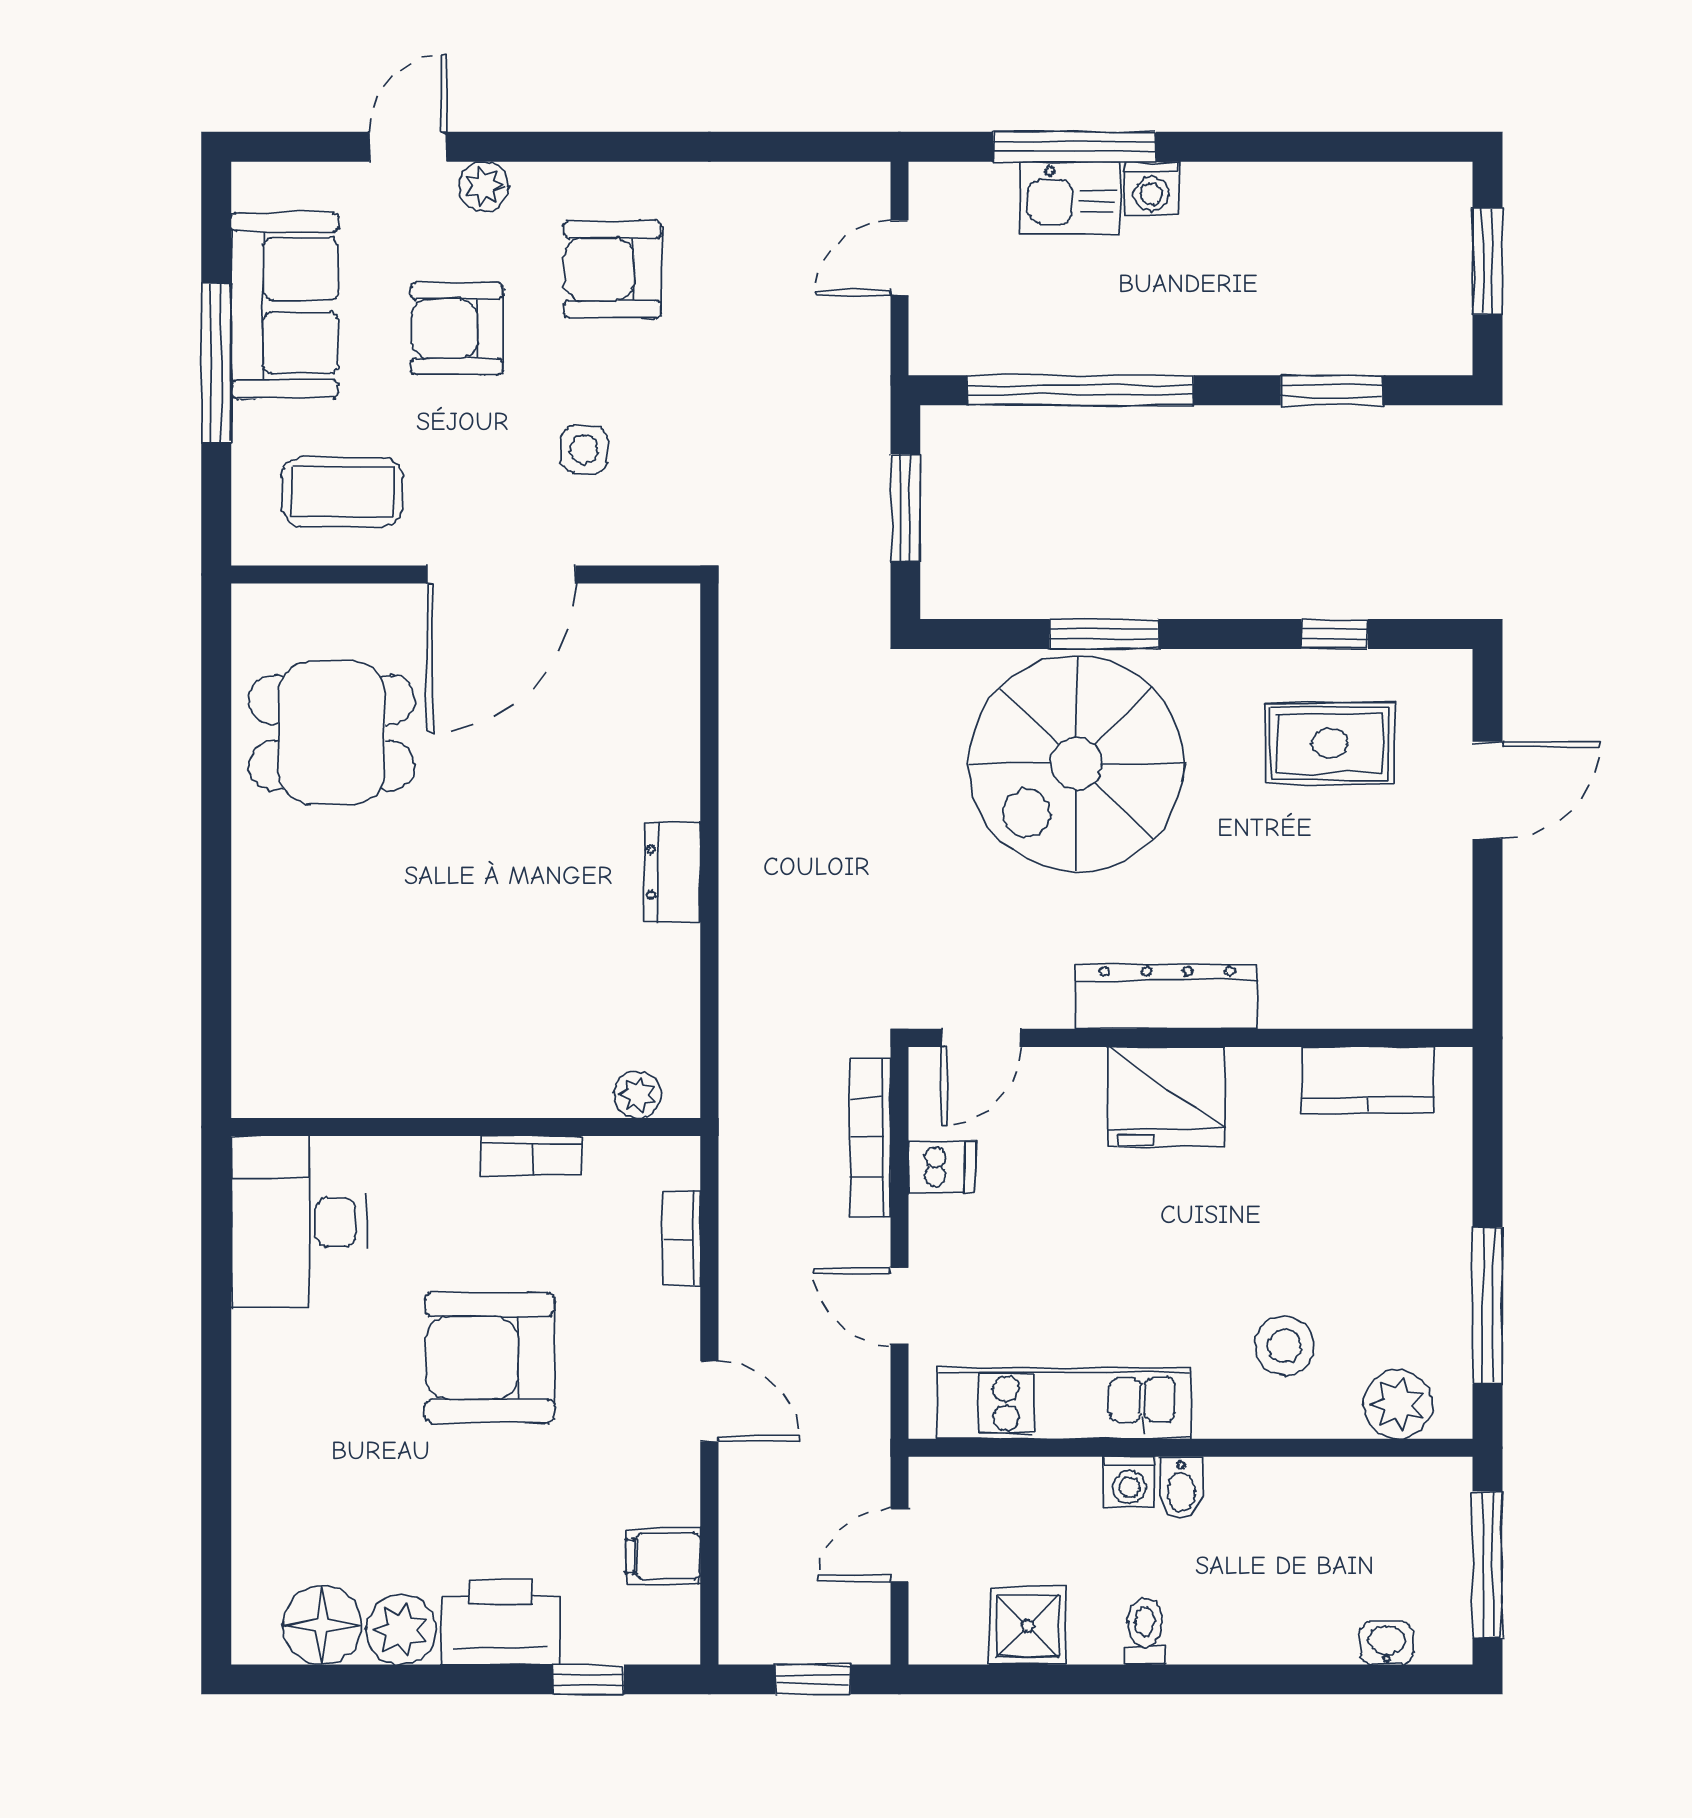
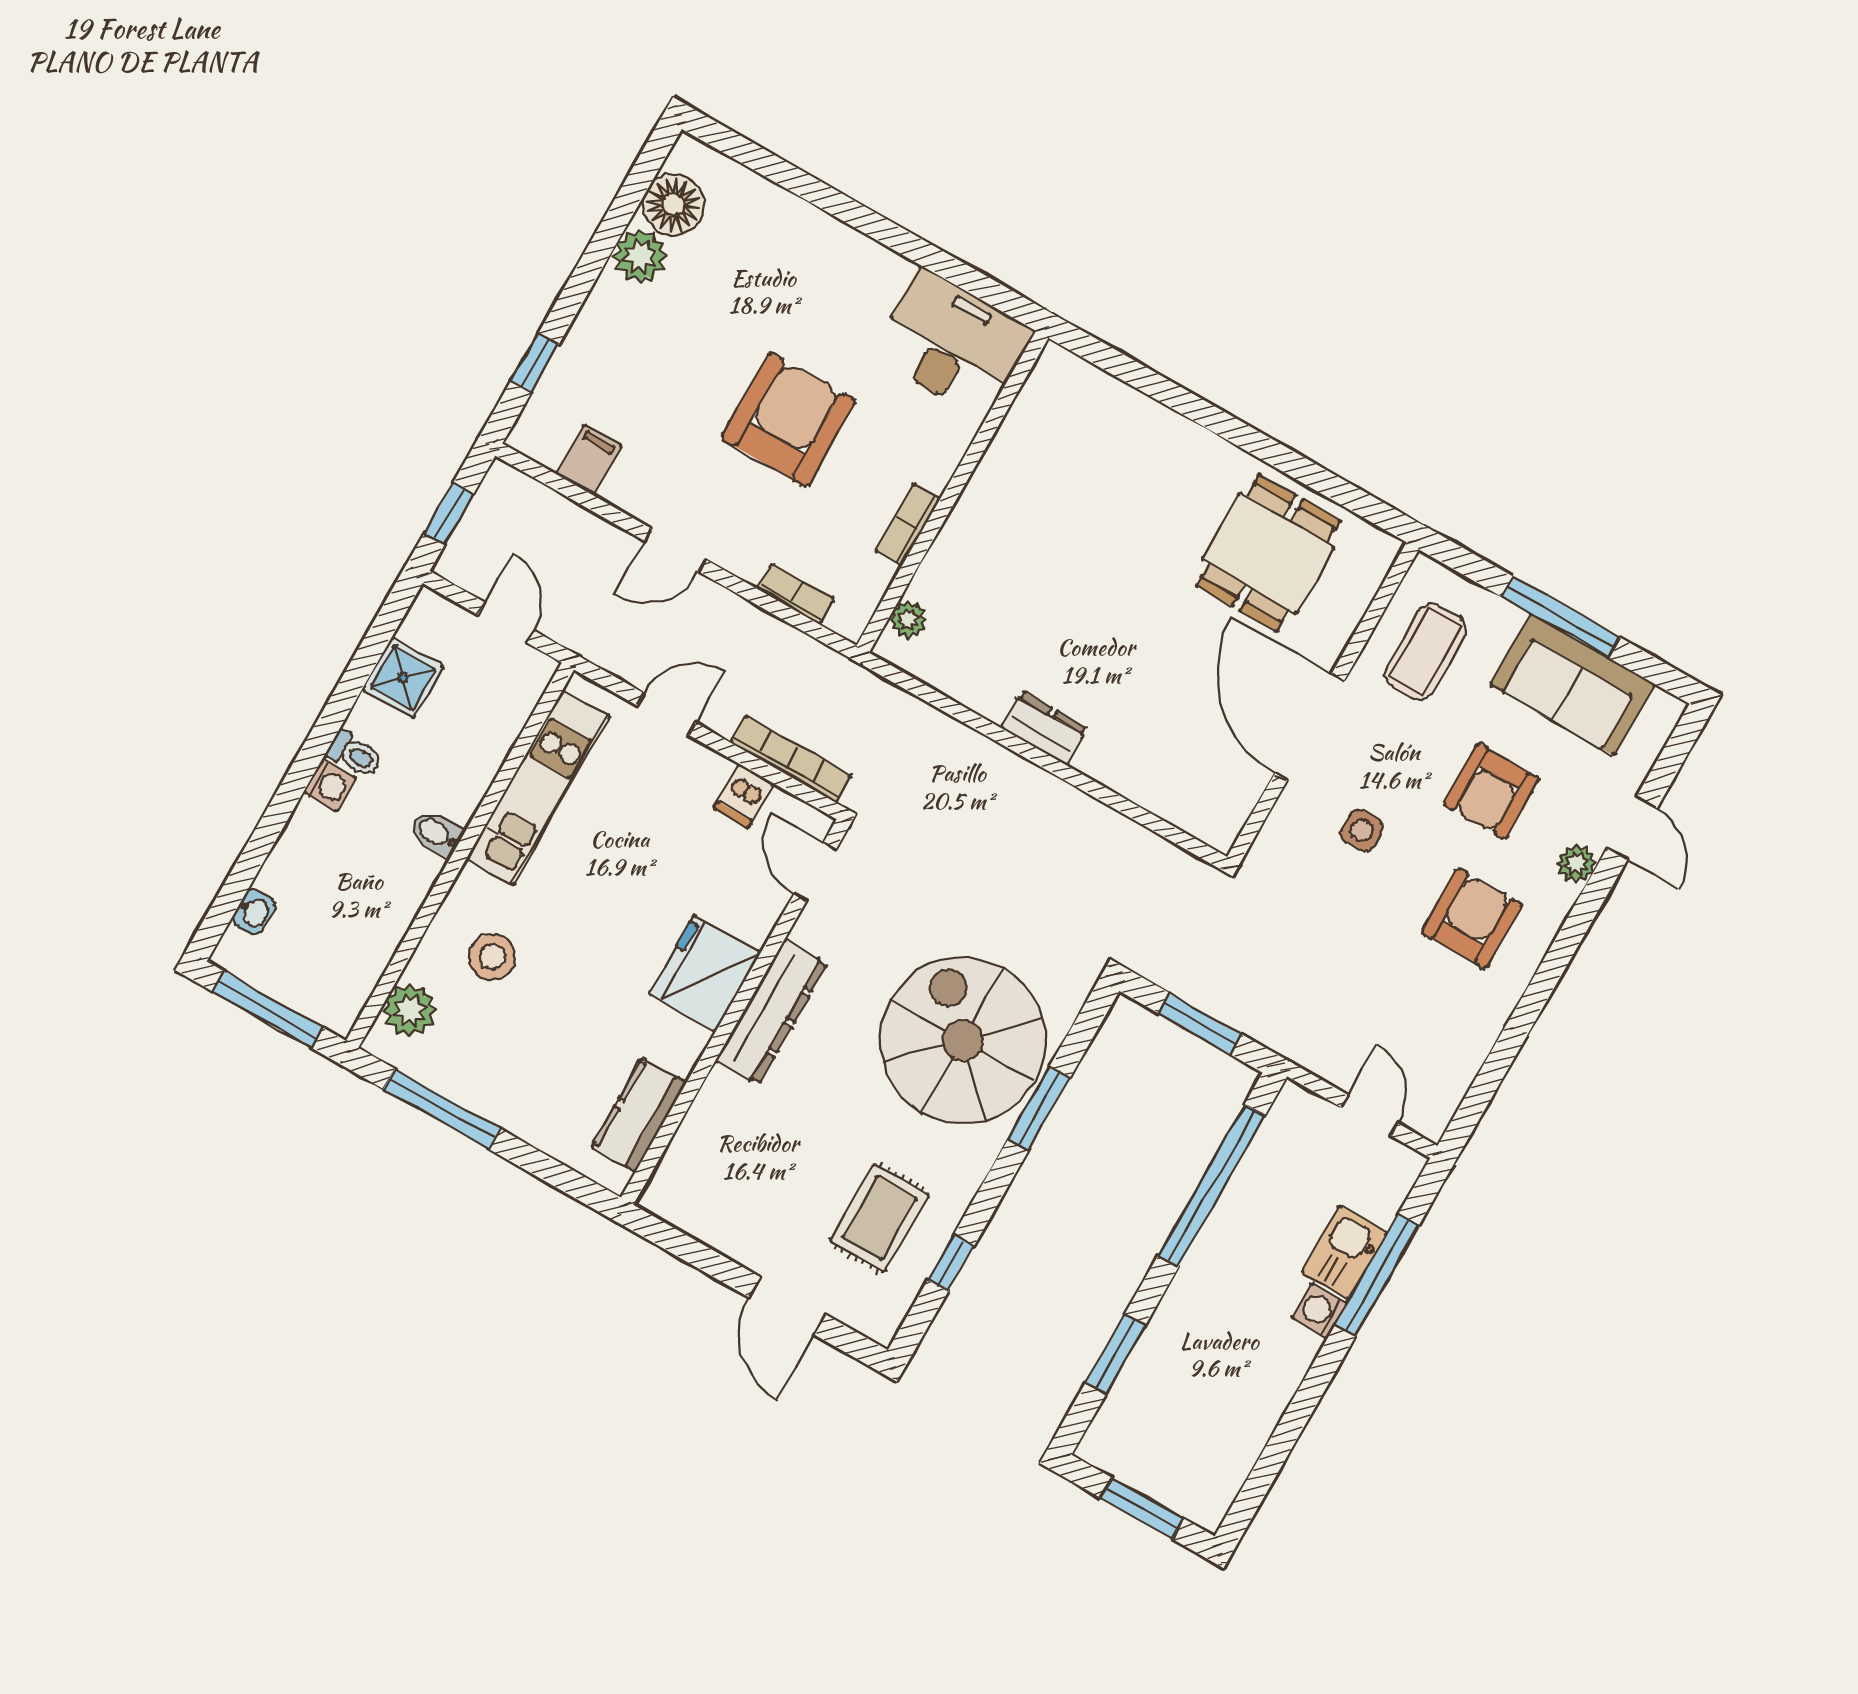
armchair: (457, 329) -> (1491, 791), turned 180
washing machine: (1129, 1482) -> (330, 785), moved, turned 180
printer: (500, 1622) -> (607, 326), removed

